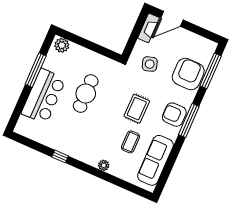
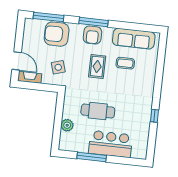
plant: (62, 45) -> (67, 125), moved
rug: (137, 109) -> (97, 66), turned 90
plant: (104, 165) -> (151, 79), removed

